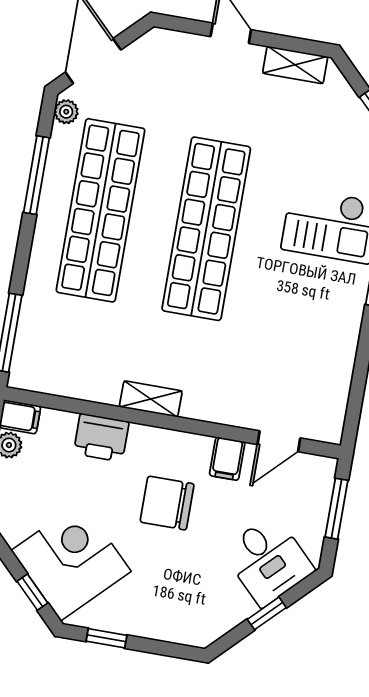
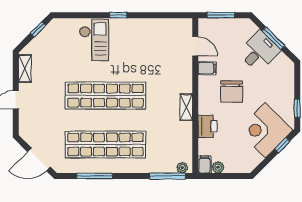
plant: (66, 112) -> (182, 168), moved
desk: (268, 560) -> (259, 51), moved
window: (267, 613) -> (273, 38), width x1.50

